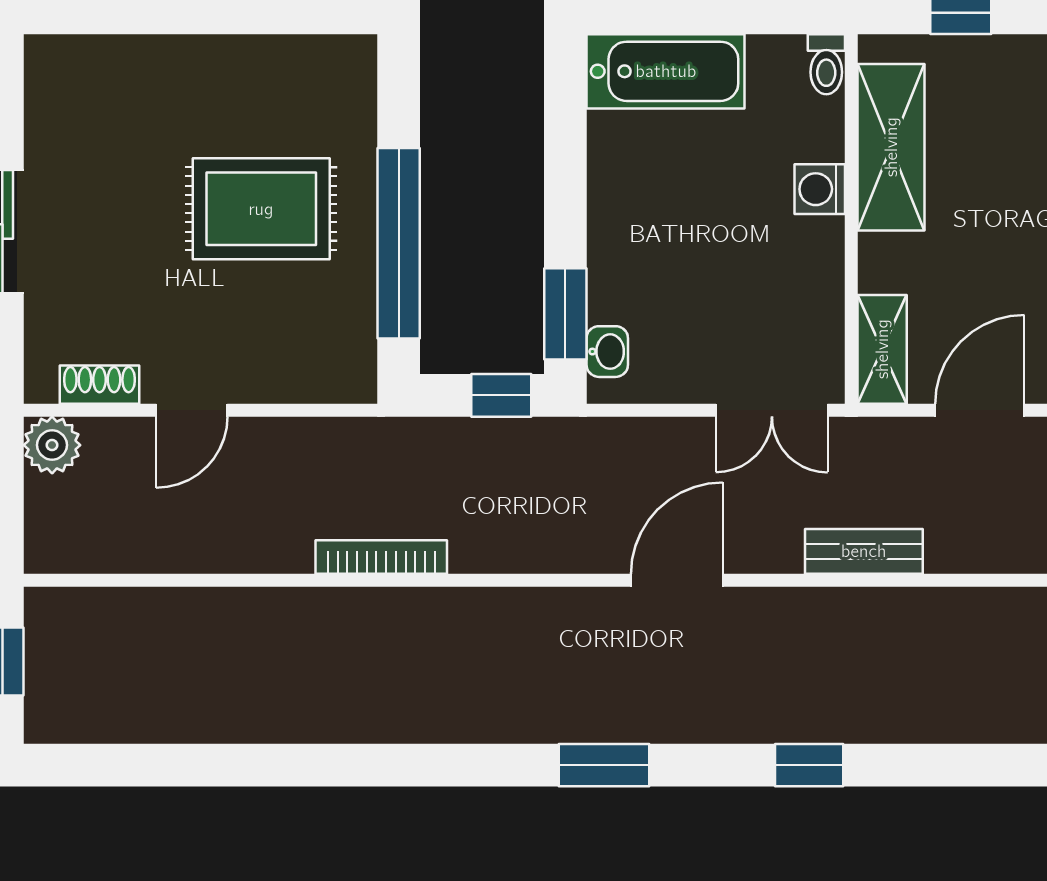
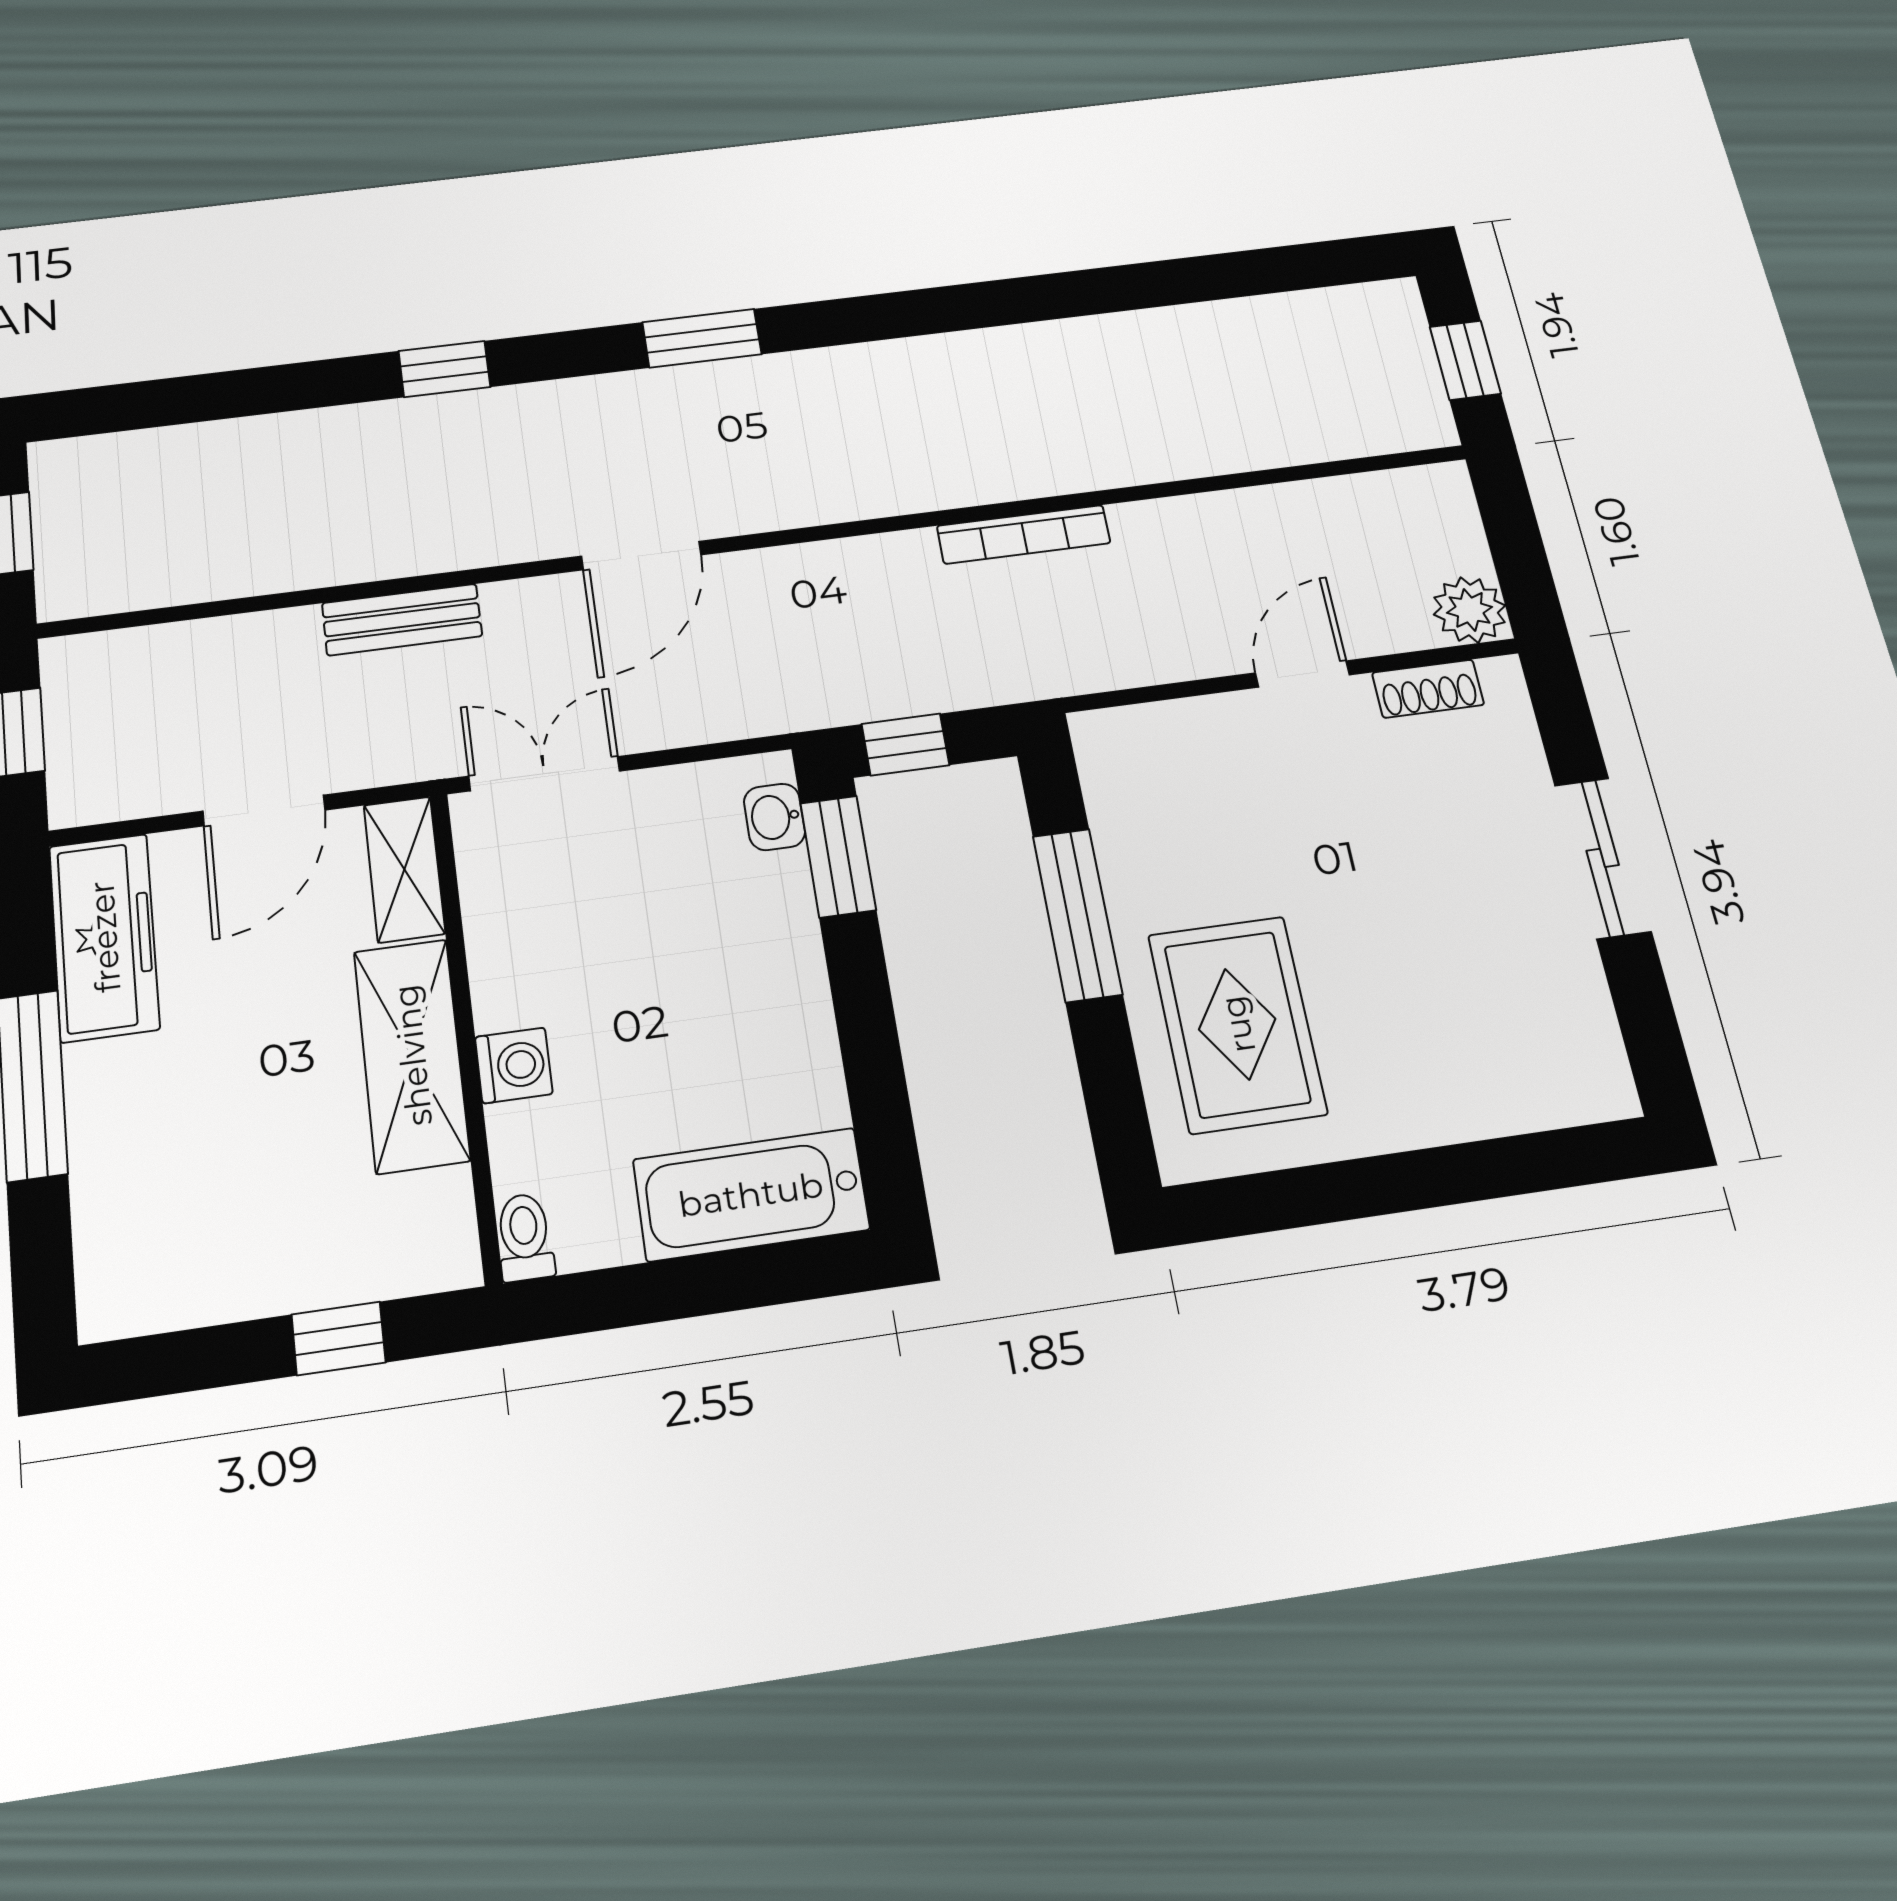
shelving: (891, 147) -> (412, 1055), moved
rug: (261, 209) -> (1237, 1024), moved, turned 90
window: (399, 243) -> (1077, 915), width x0.68

